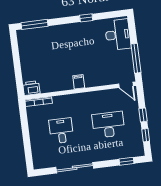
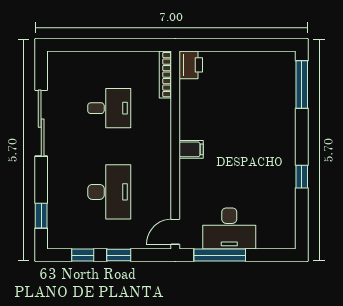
desk: (118, 35) -> (229, 229), moved

